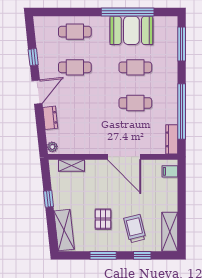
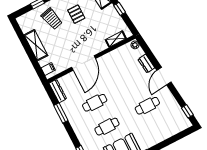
cafe table: (75, 32) -> (160, 130), removed
window: (33, 57) -> (187, 111), moved
window: (182, 112) -> (61, 113), width x0.47
door: (124, 157) -> (84, 63), swing flipped
shelving: (170, 232) -> (36, 45), moved

